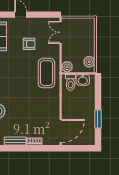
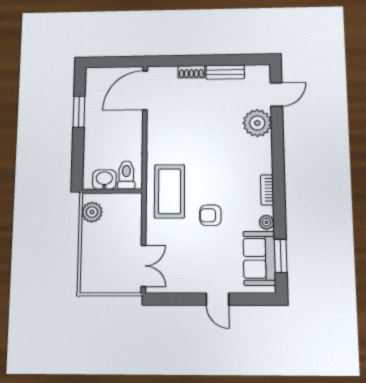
armchair: (29, 44) -> (210, 215), moved
plant: (67, 67) -> (132, 203), removed

